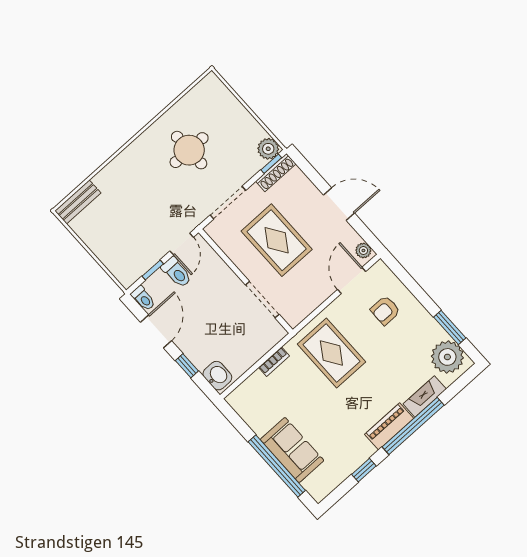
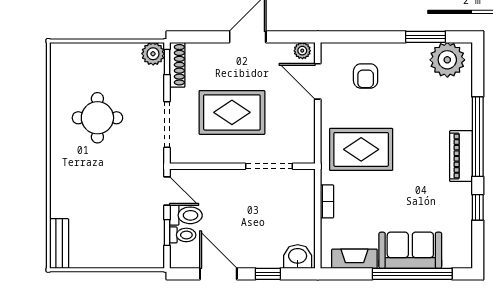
toilet: (143, 298) -> (183, 235), moved
fireplace: (425, 396) -> (354, 259), moved, turned 90

